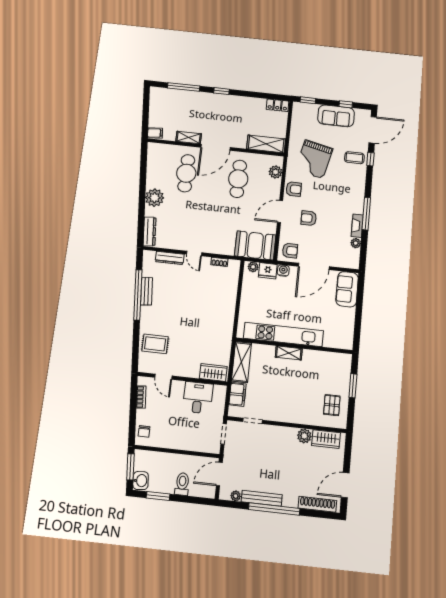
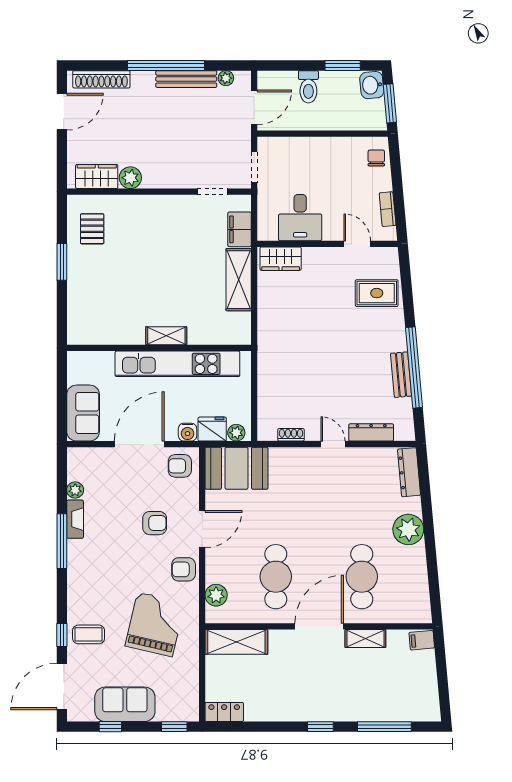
kitchen unit: (283, 334) -> (177, 364), moved
wall: (294, 346) -> (159, 348), moved
shelving: (289, 353) -> (166, 336), moved

